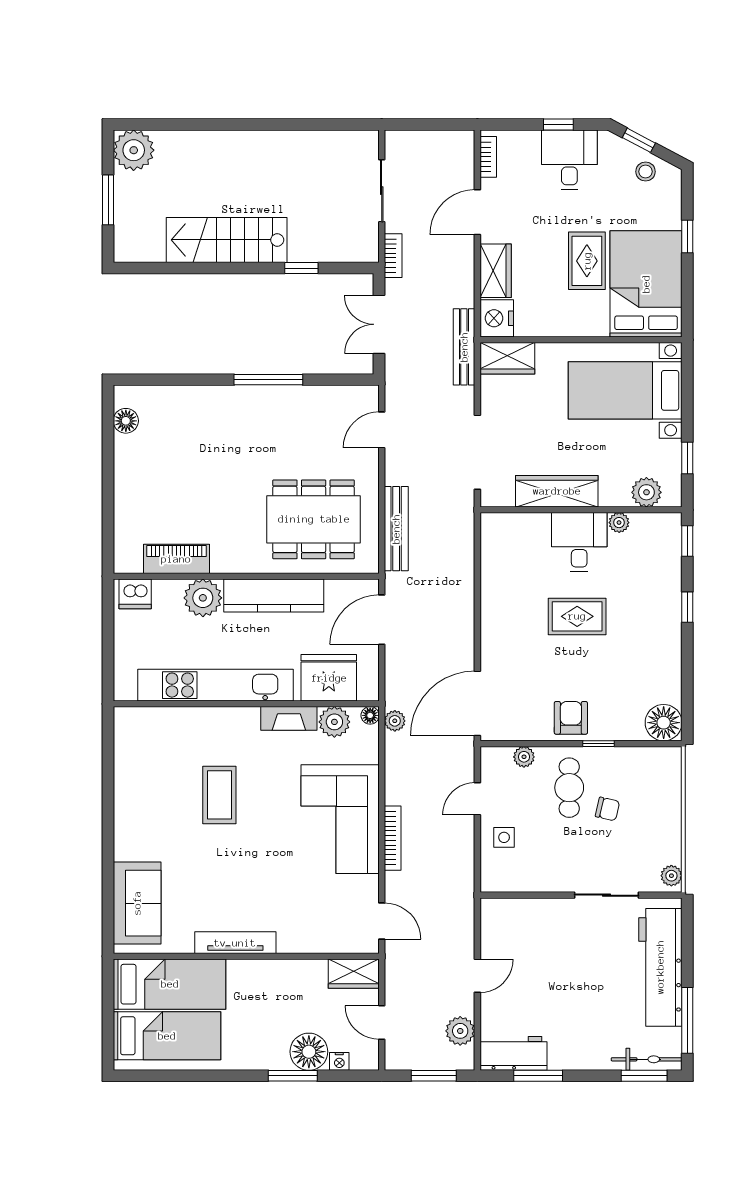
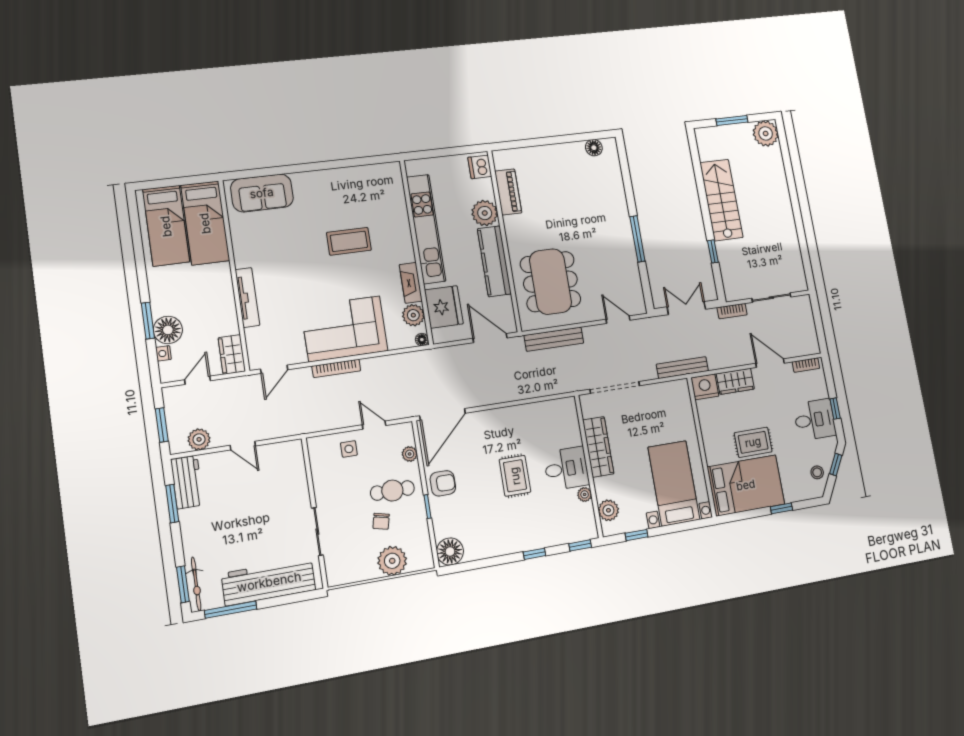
wardrobe: (507, 358) -> (680, 398), removed
door: (477, 703) -> (442, 414), swing flipped
plant: (395, 721) -> (421, 358), removed
plant: (671, 876) -> (392, 561), moved, width x1.87, depth x1.87
tv unit: (235, 943) -> (247, 297), moved

